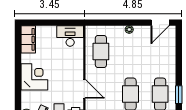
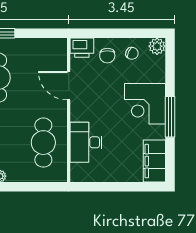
desk: (70, 36) -> (86, 142), moved, turned 90
window: (18, 68) -> (170, 117), added

